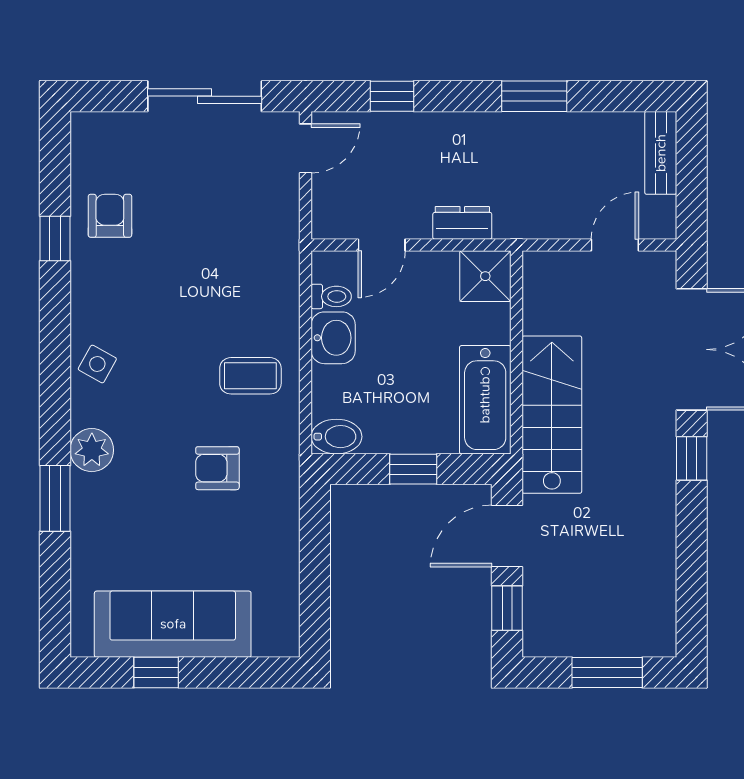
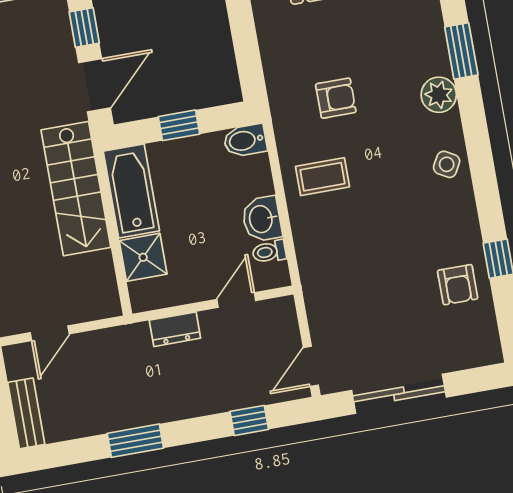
shower: (485, 276) -> (143, 257), moved

